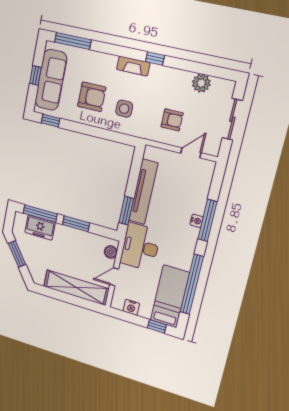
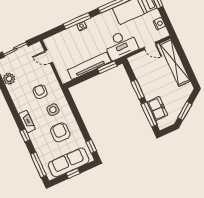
window: (155, 59) -> (25, 135), moved
armchair: (172, 120) -> (40, 92), moved
boiler: (111, 252) -> (137, 58), removed

